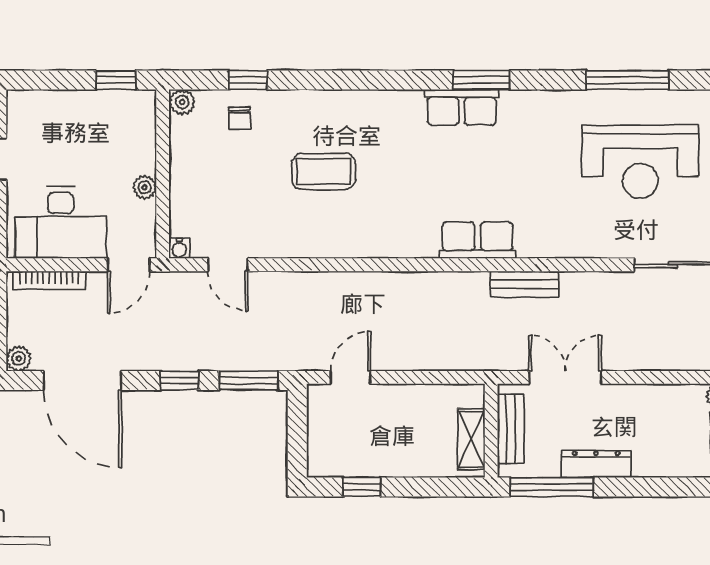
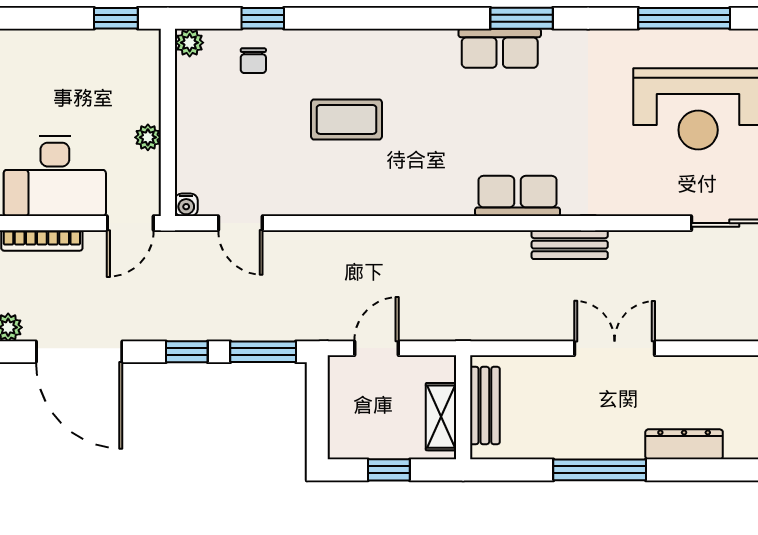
bench: (511, 429) -> (485, 405), moved
wall: (491, 431) -> (463, 407), moved
shelving: (471, 439) -> (441, 417), moved
dresser: (596, 464) -> (684, 444), moved

